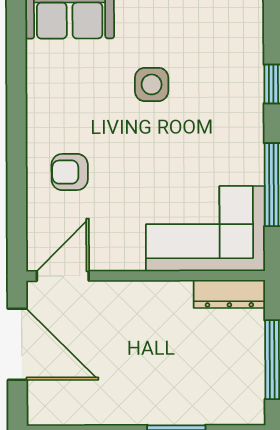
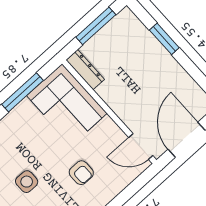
armchair: (70, 172) -> (81, 173), moved

